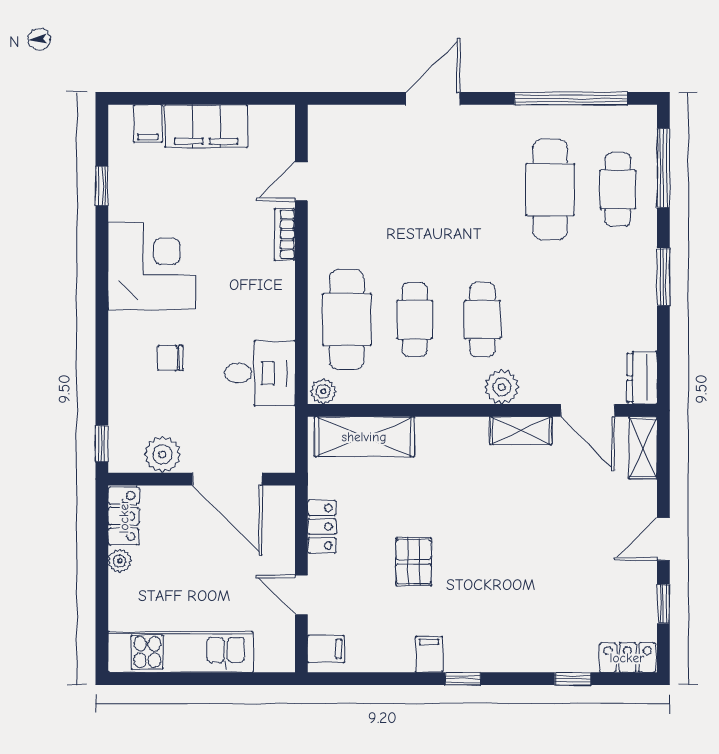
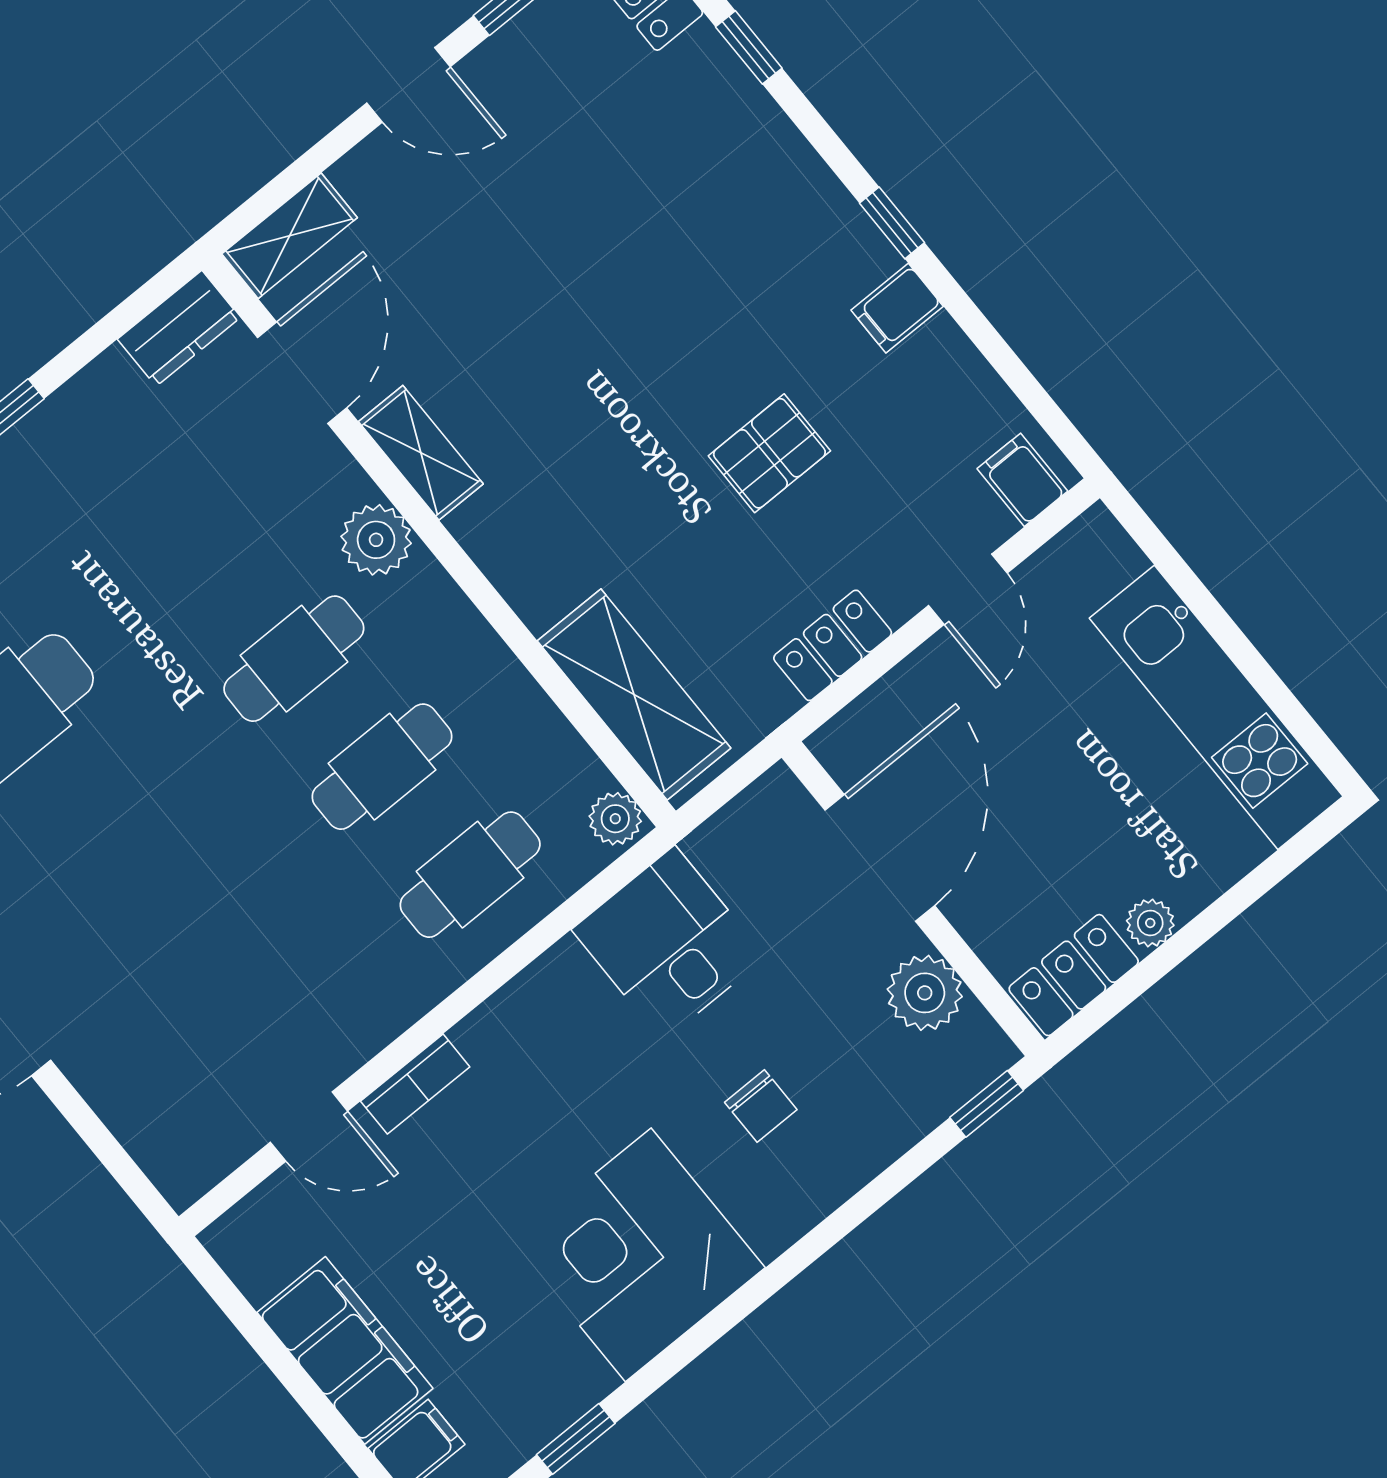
cafe table: (347, 320) -> (470, 875), width x0.73, depth x0.74

